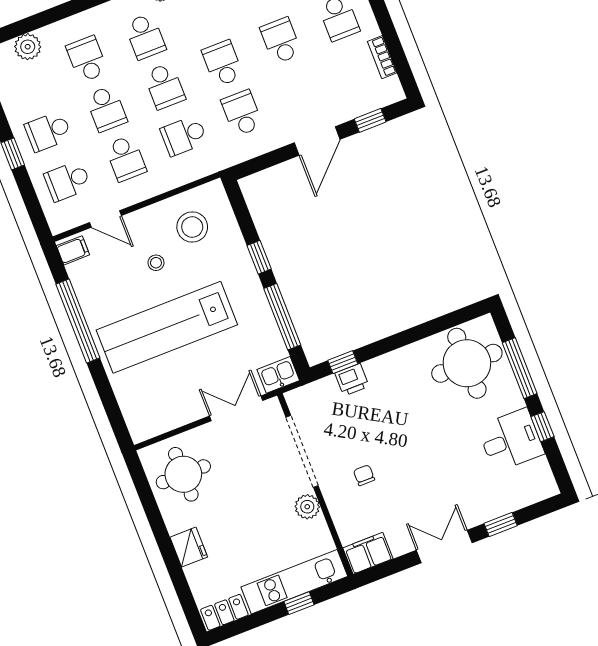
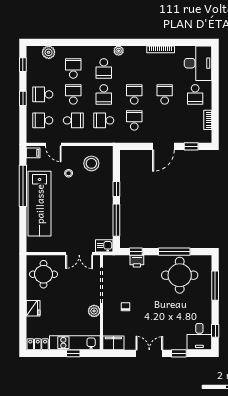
school desk: (106, 109) -> (73, 94), turned 180
school desk: (126, 158) -> (73, 120), turned -90
lab bench: (167, 327) -> (40, 204), moved, turned -90
window: (416, 334) -> (174, 252), added
round table: (467, 363) -> (180, 275), moved
double door: (236, 408) -> (79, 254), swing flipped
window: (542, 427) -> (215, 331), moved
desk: (511, 440) -> (199, 337), moved, turned 90

